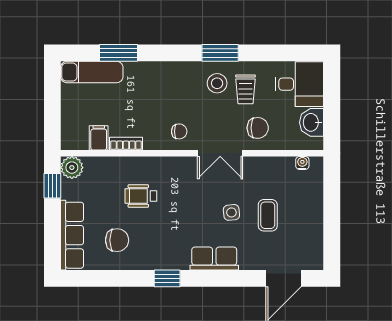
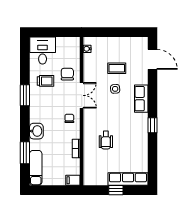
stool: (217, 83) -> (42, 97), removed
washbasin: (312, 122) -> (36, 131), moved, turned -90
filing cabinet: (99, 138) -> (73, 180), moved
plant: (72, 168) -> (90, 179), removed
window: (52, 186) -> (116, 190), moved
chair: (117, 240) -> (131, 154), removed

